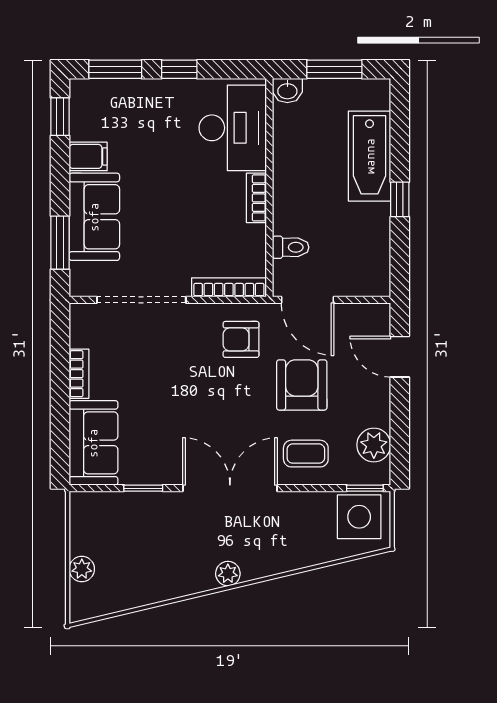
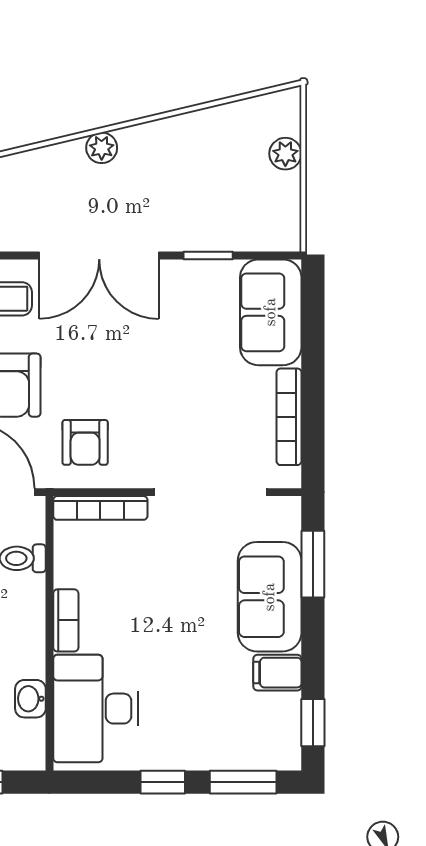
washbasin: (287, 91) -> (30, 699), moved, turned -90
armchair: (241, 339) -> (85, 442), turned 90
bookcase: (79, 374) -> (289, 417), width x1.56

